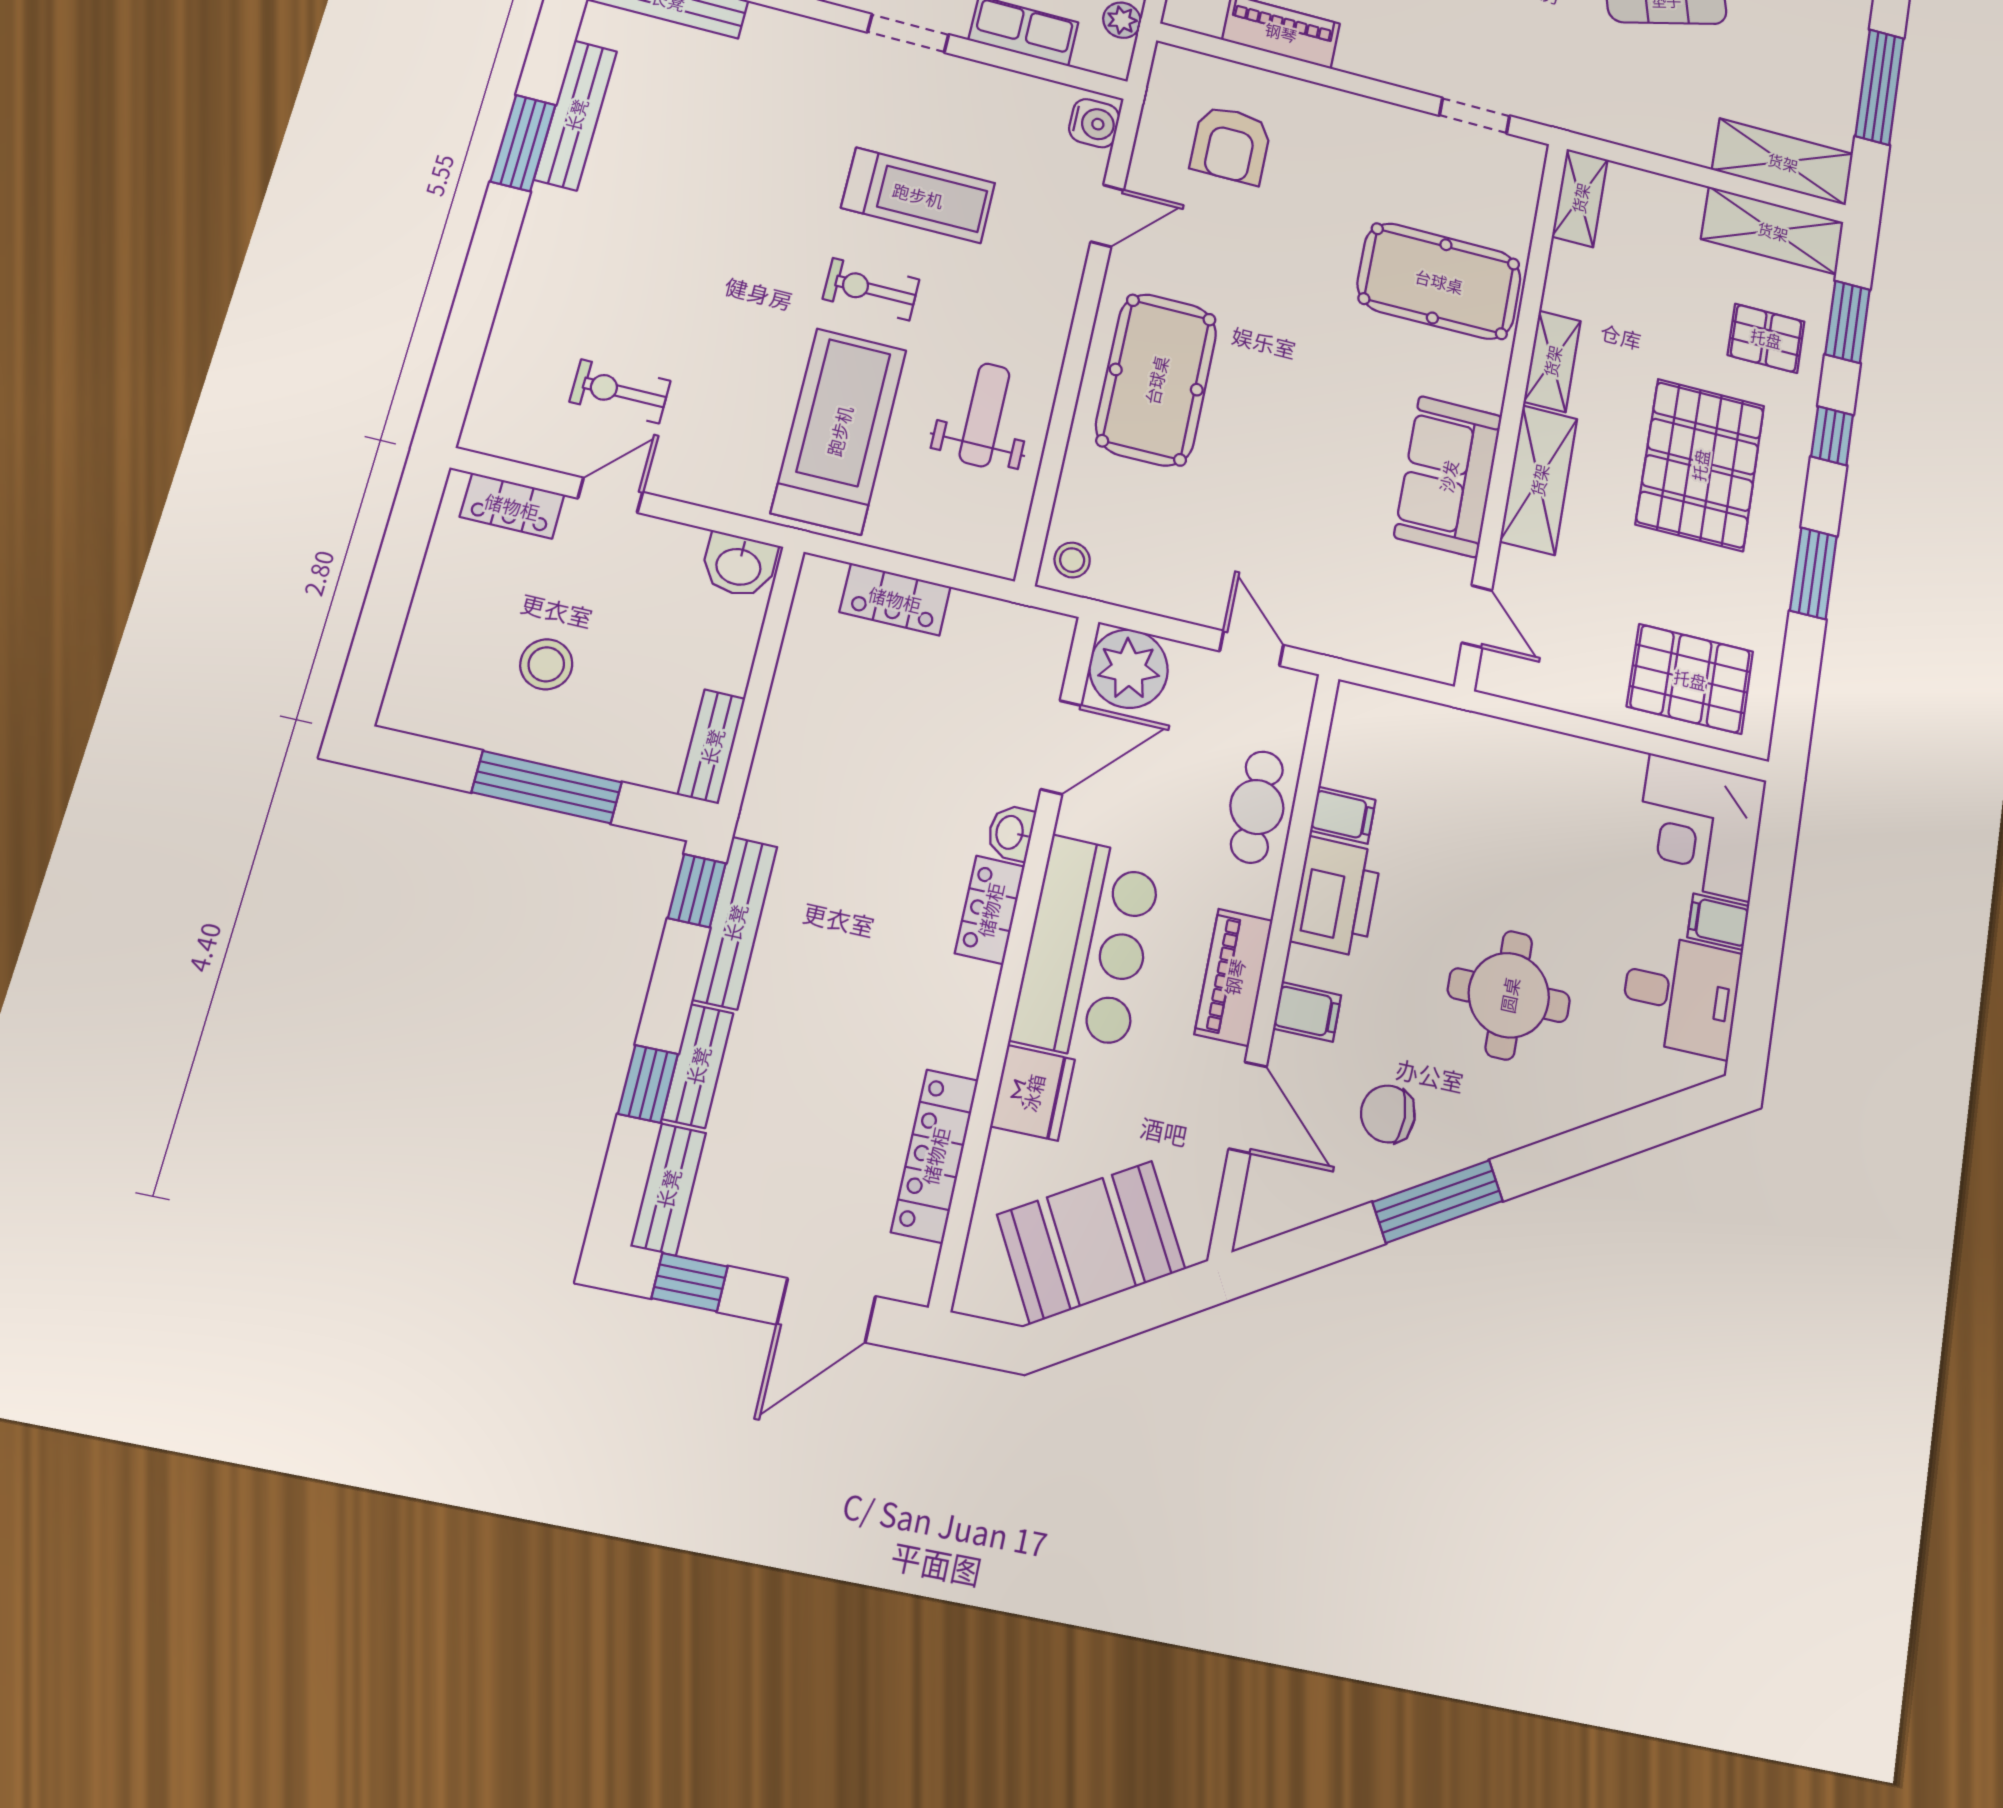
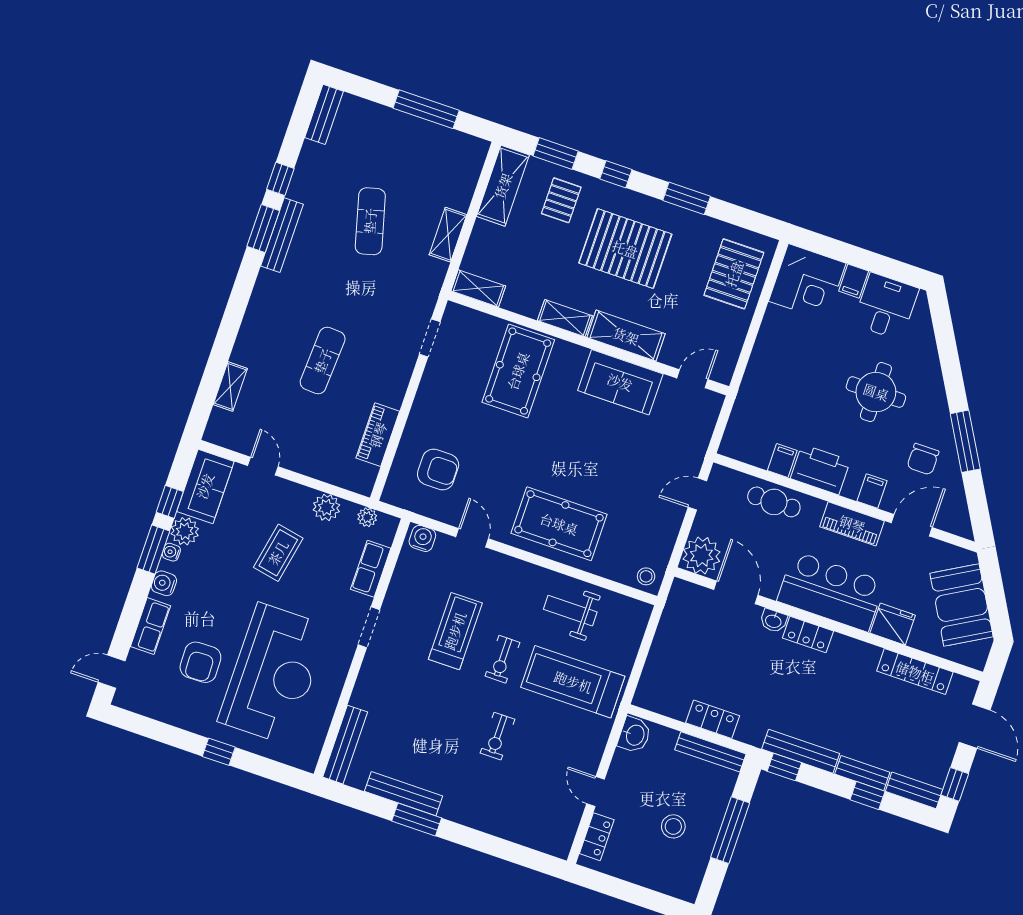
shelving: (1783, 162) -> (448, 235), moved, width x0.67, depth x0.75
exercise bike: (620, 391) -> (498, 736), moved
locker: (895, 599) -> (713, 719), moved, turned -90
bench: (712, 747) -> (710, 752), width x1.36

